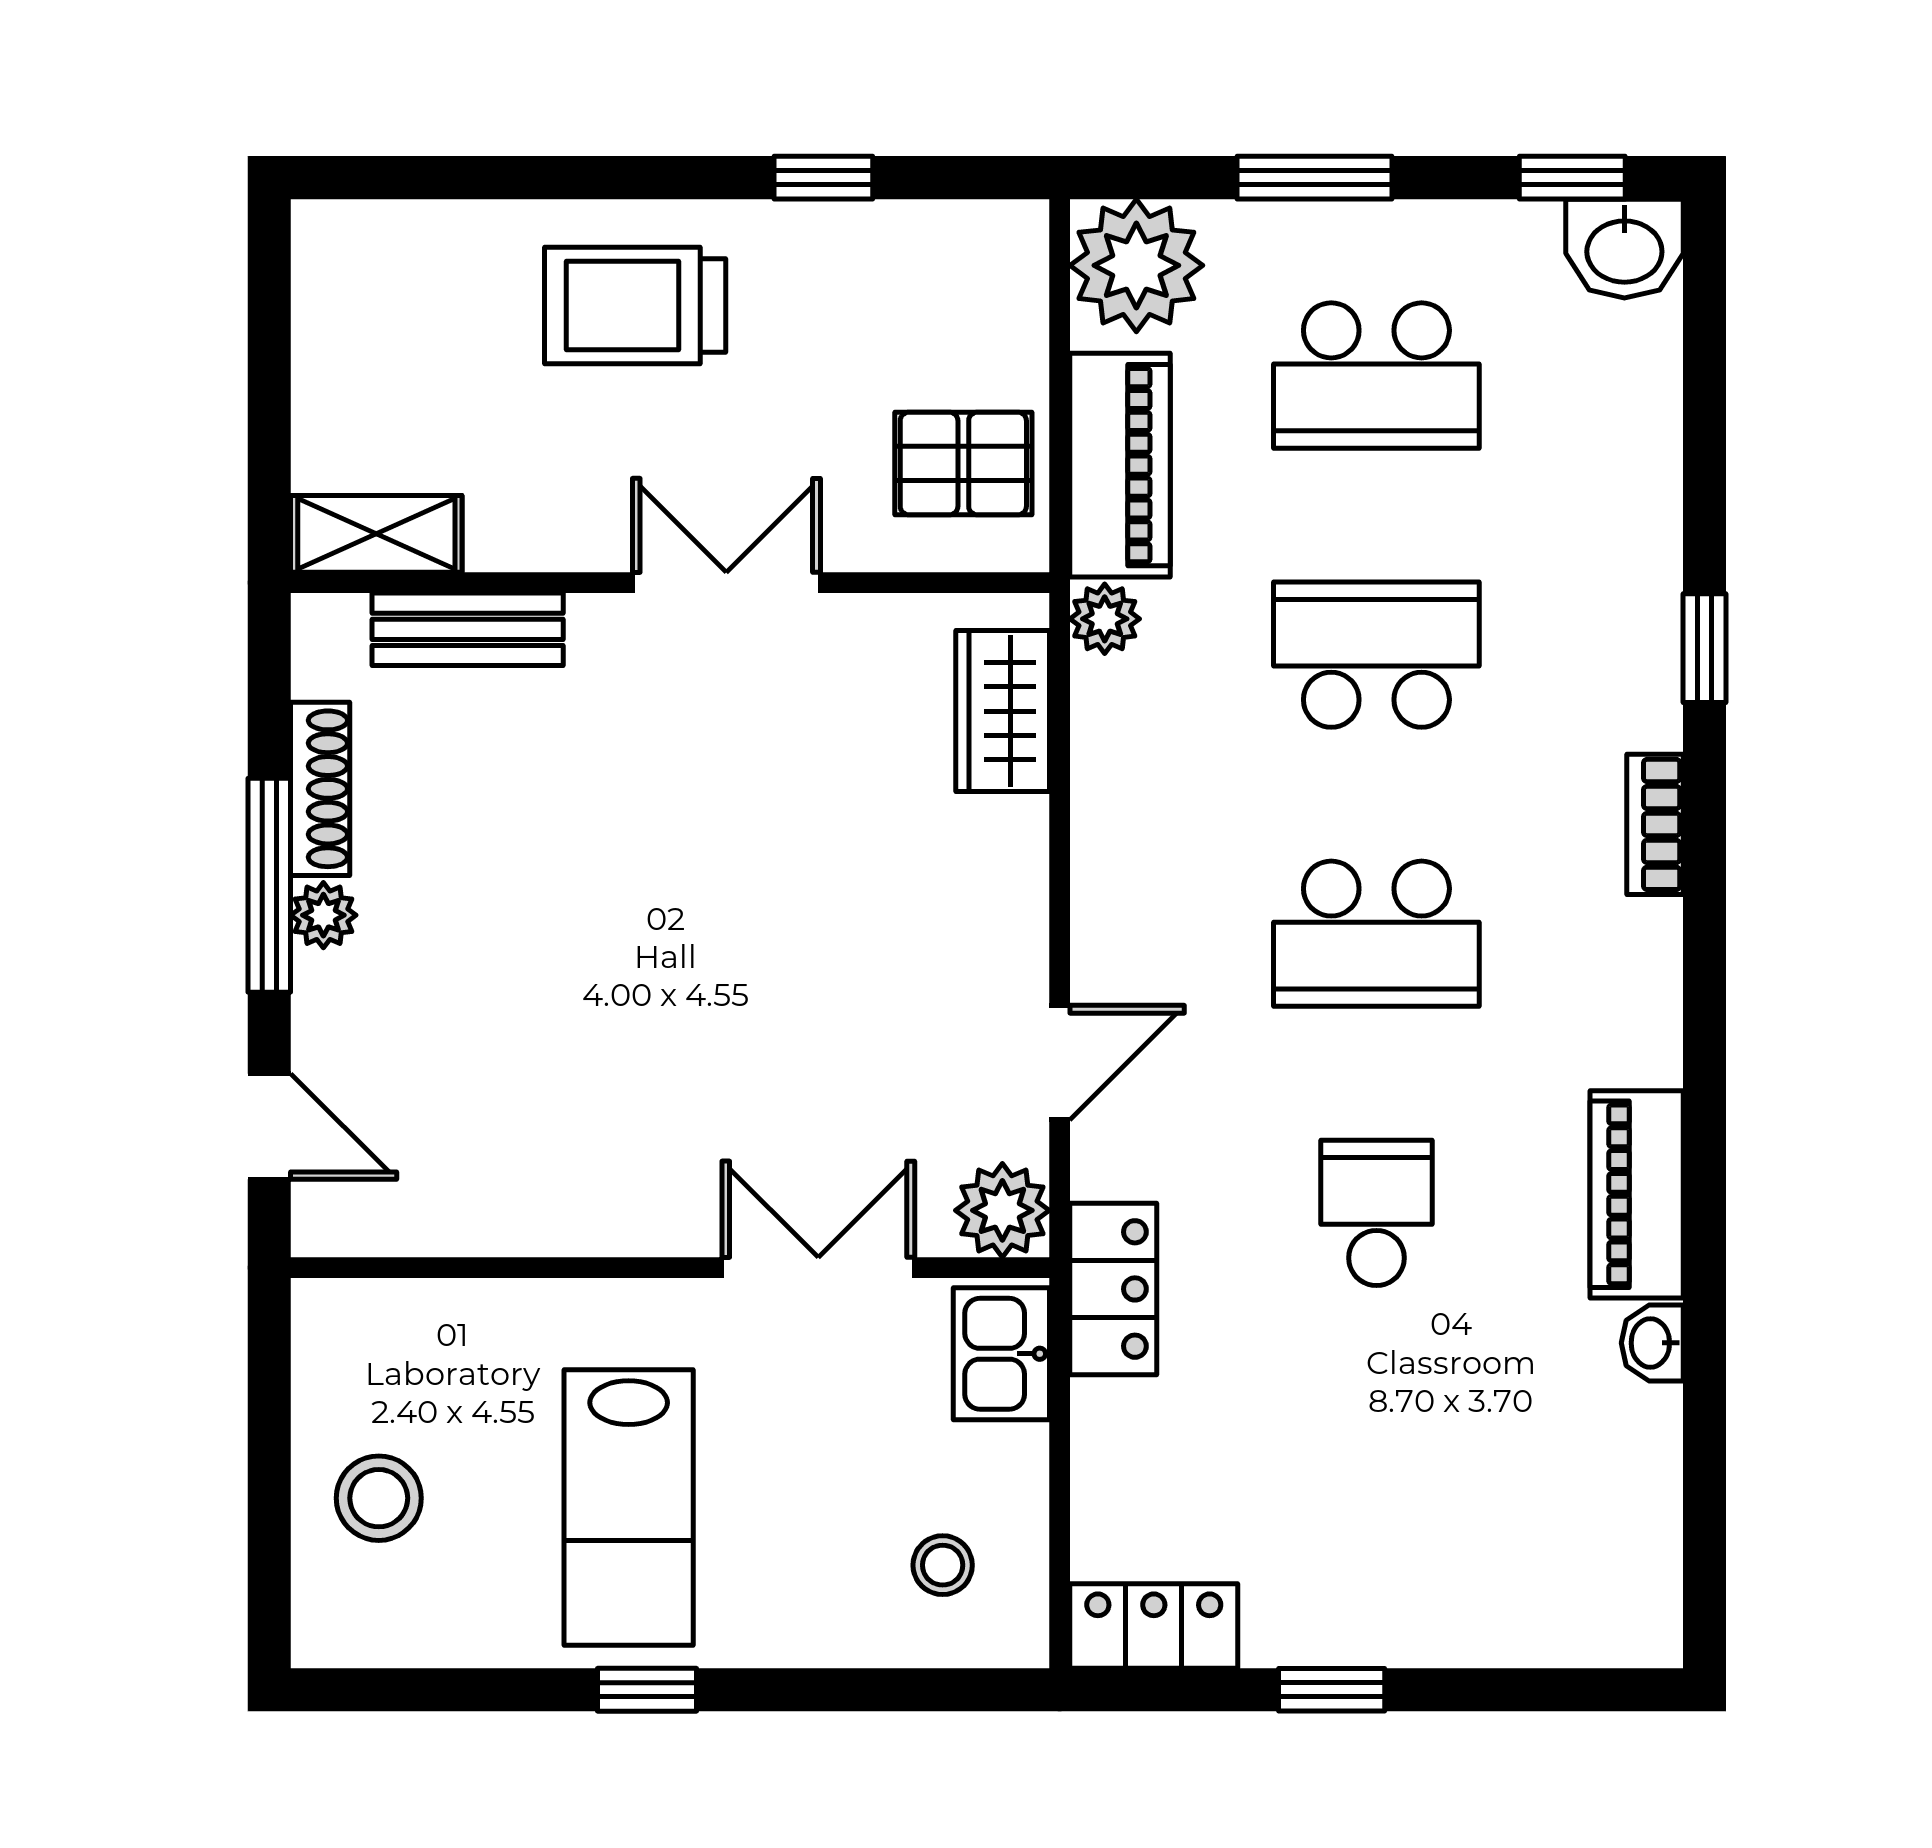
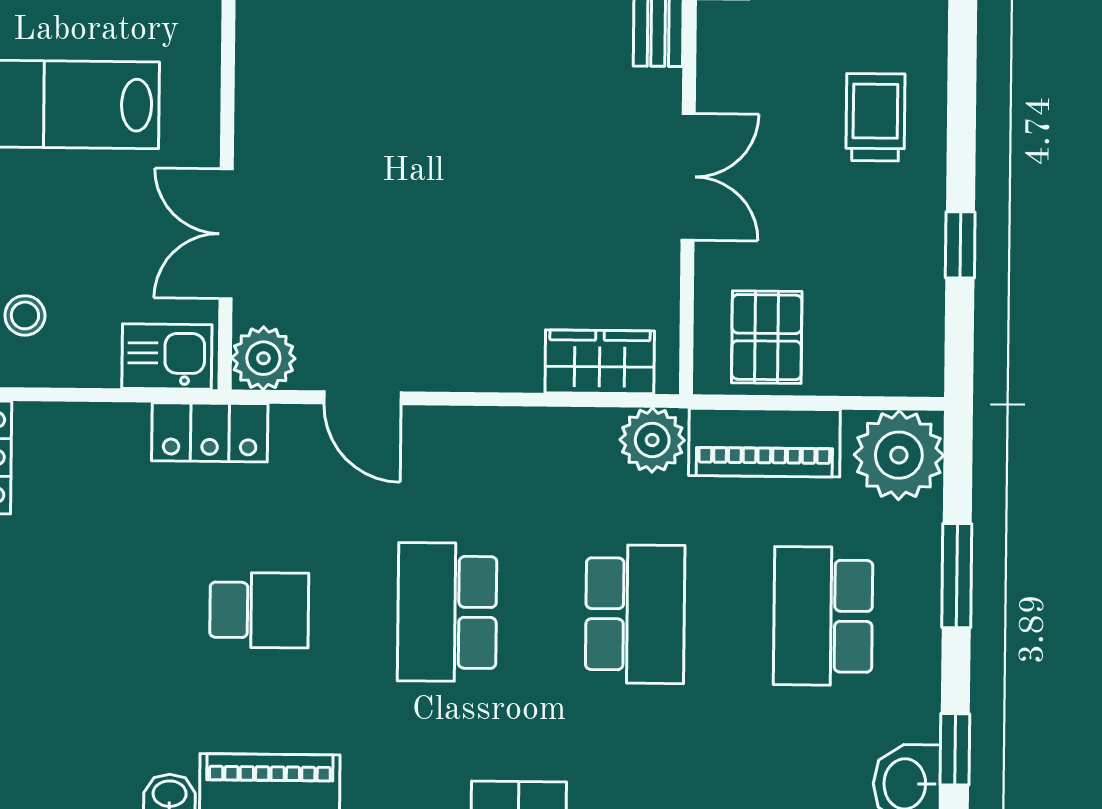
trolley: (635, 306) -> (875, 117), width x0.73, depth x0.72
plant: (1105, 619) -> (652, 440), width x1.38, depth x1.38
double door: (818, 1268) -> (226, 234), swing flipped

